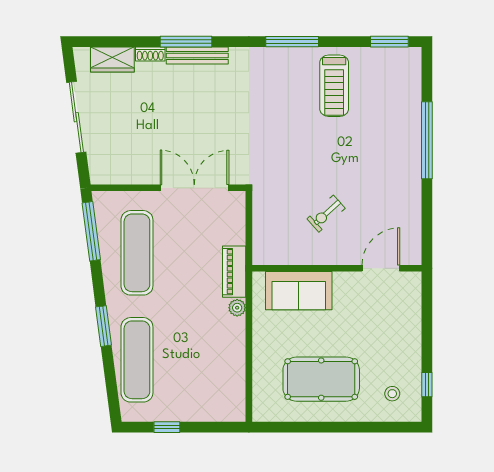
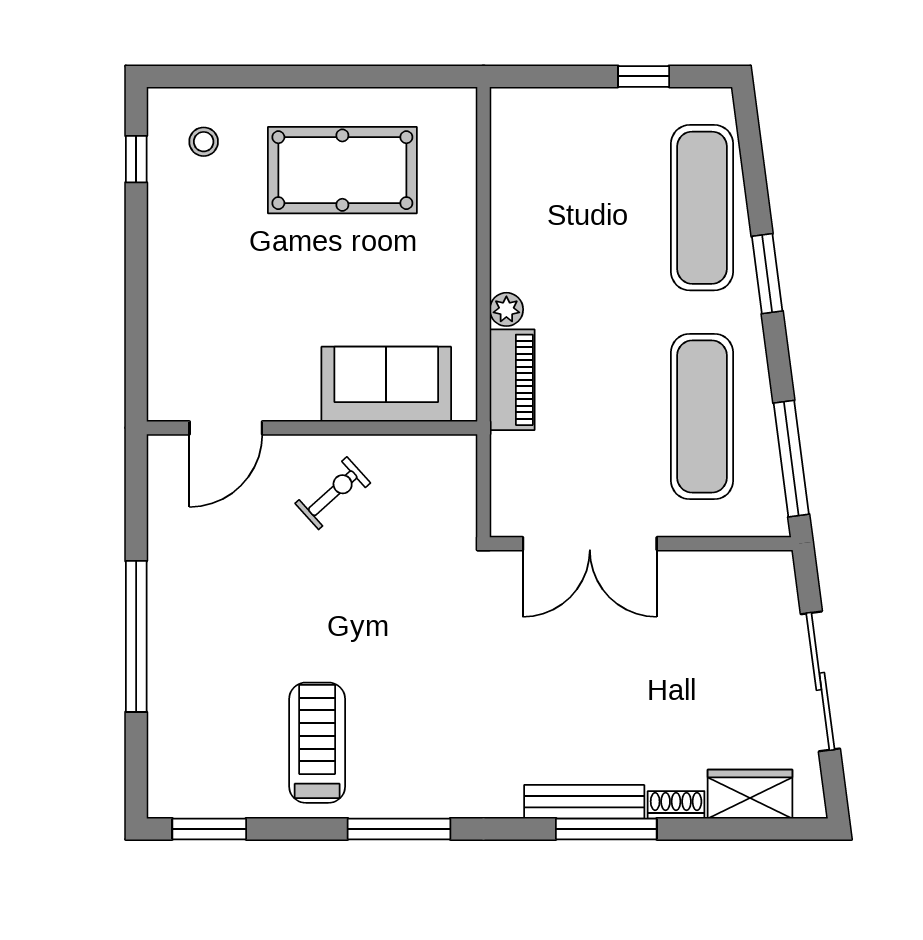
wall: (337, 268) -> (312, 428), moved
door: (381, 268) -> (226, 428), moved
sofa: (299, 291) -> (386, 384), moved

